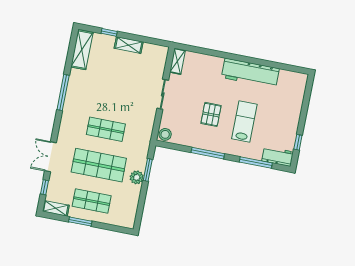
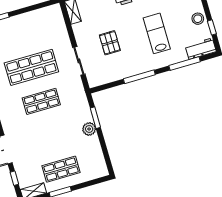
shelving: (129, 45) -> (24, 19), removed
sliding door: (163, 94) -> (79, 61), moved
pallet: (211, 114) -> (110, 43), moved
stool: (165, 134) -> (198, 19), moved
shop shelf: (99, 165) -> (31, 67), moved

